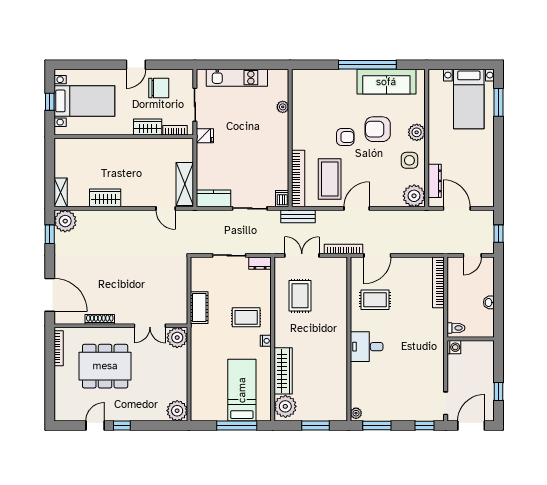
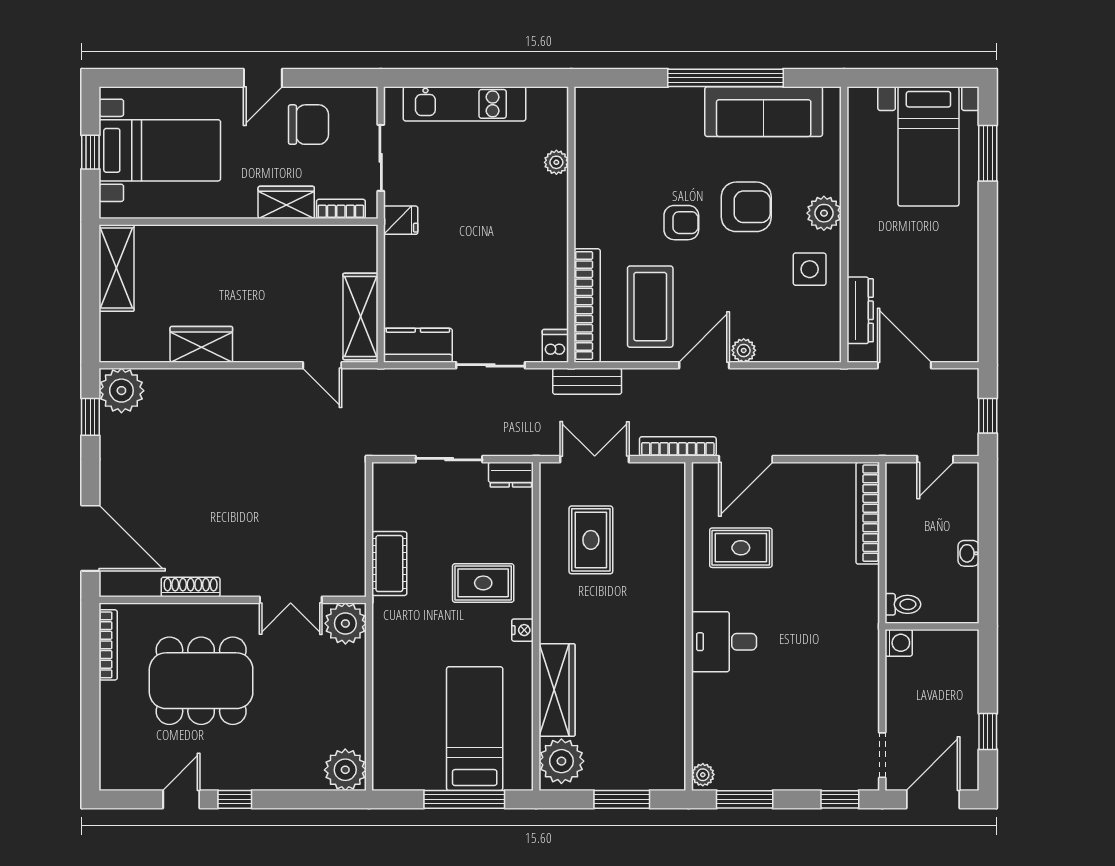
armchair: (378, 129) -> (746, 207), turned 180
shelving: (61, 192) -> (116, 268), moved, width x1.50, depth x1.33
plant: (414, 196) -> (744, 350), moved, width x0.53, depth x0.53

